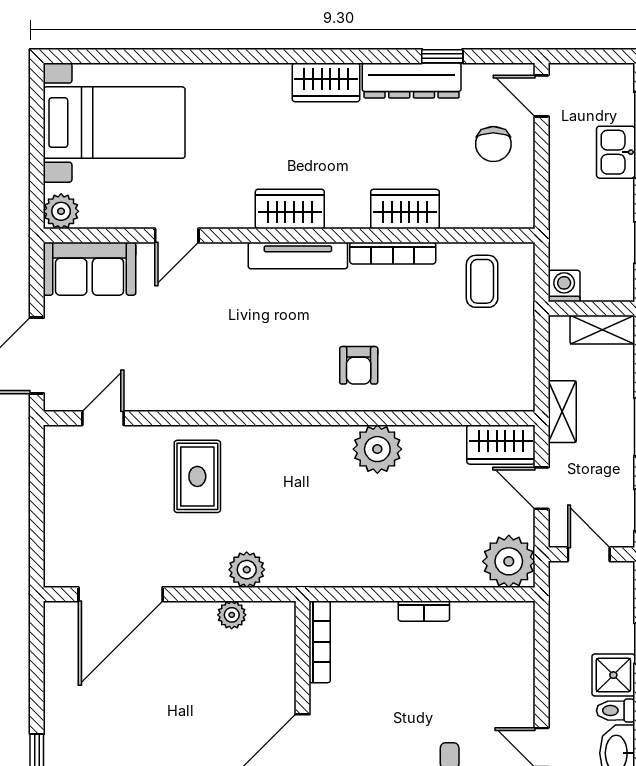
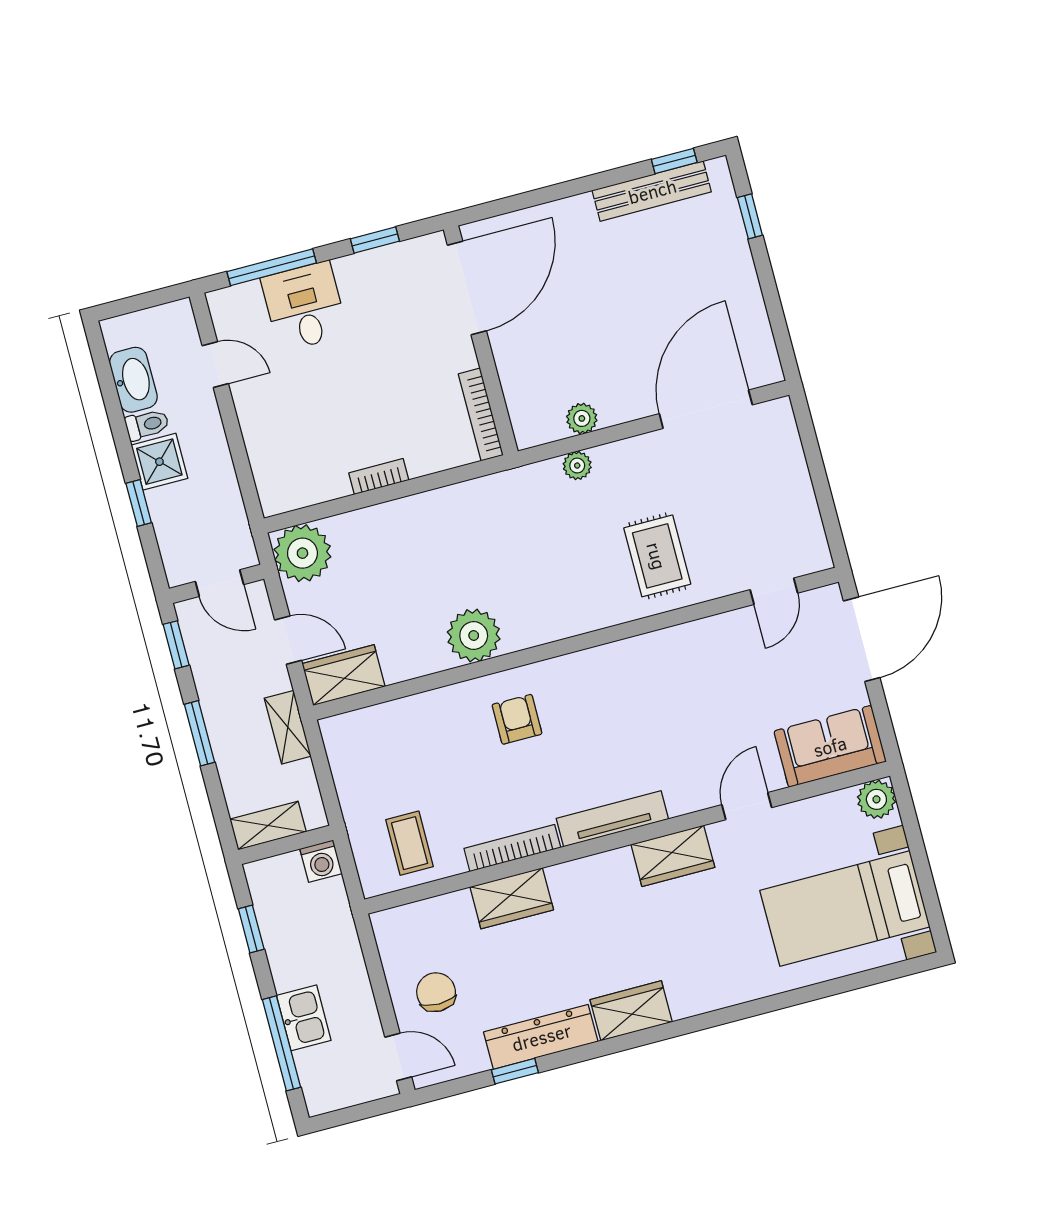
wardrobe: (290, 209) -> (673, 856), moved
plant: (247, 570) -> (577, 466), width x0.73, depth x0.73

